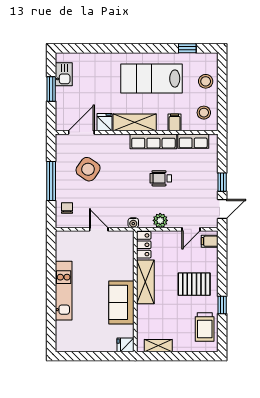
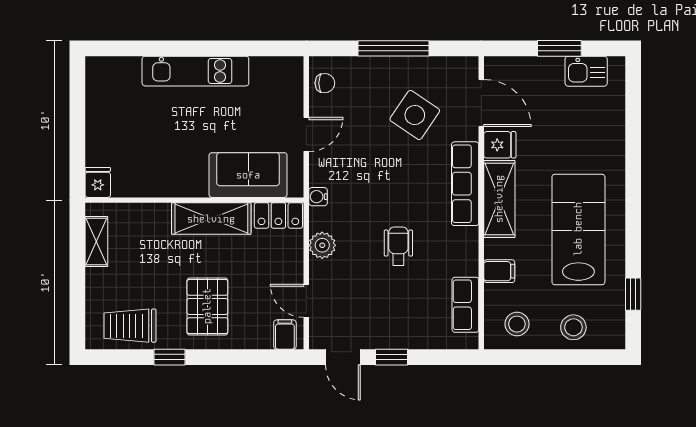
row of seats: (153, 141) -> (465, 184), moved
chair: (67, 208) -> (325, 83), moved
sofa: (121, 302) -> (248, 175), moved

